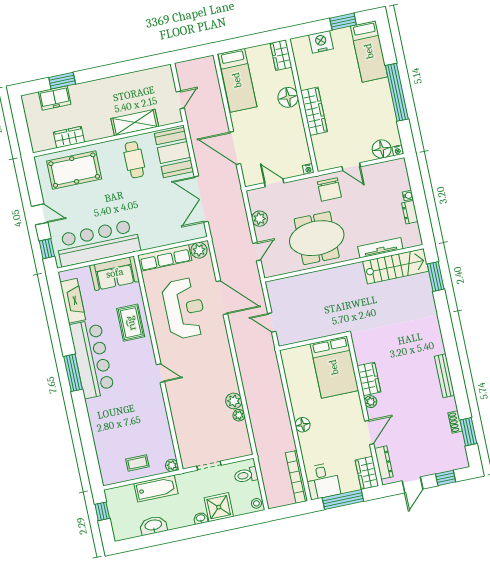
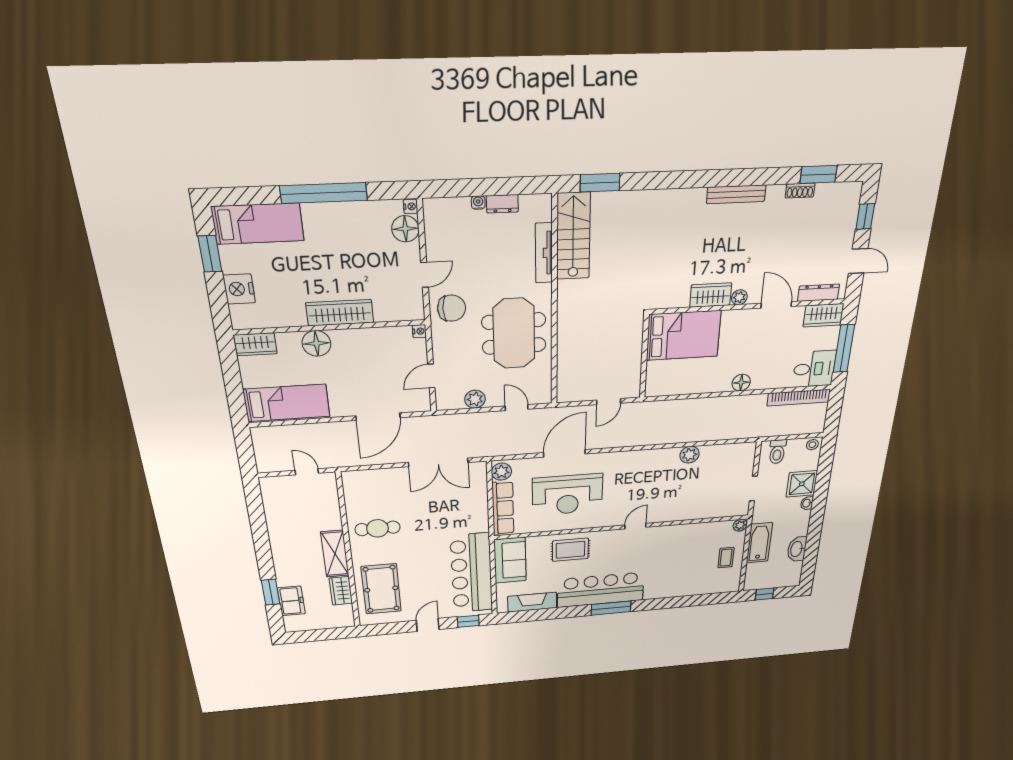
shelving: (135, 123) -> (335, 554), moved
booth: (174, 152) -> (374, 486), removed
reception desk: (184, 308) -> (568, 495), turned 180
plant: (239, 415) -> (708, 451), removed

